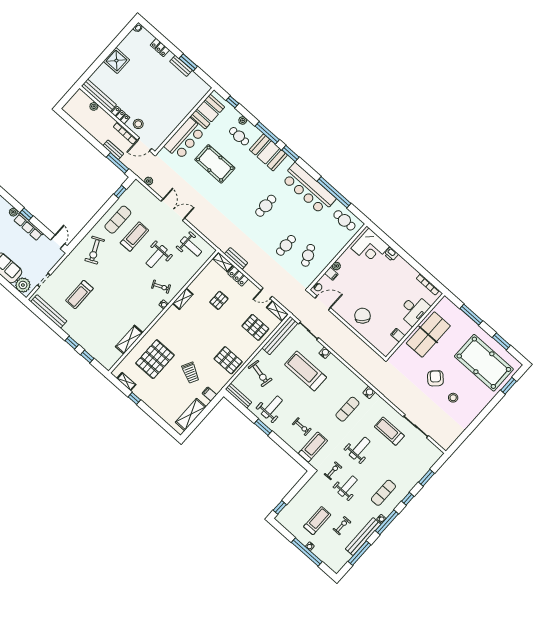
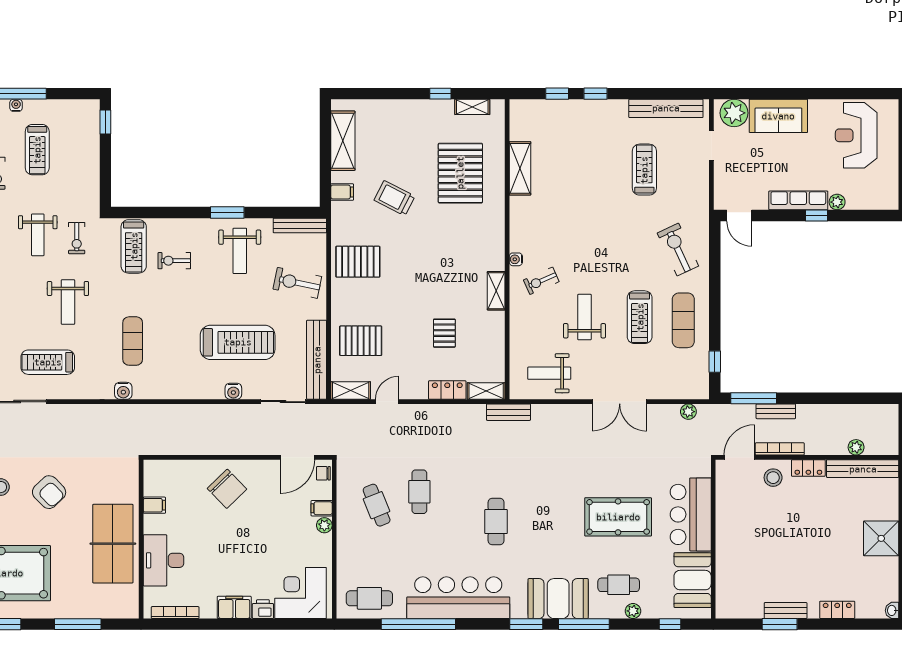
bench: (236, 258) -> (508, 412), moved
filing cabinet: (402, 265) -> (234, 607), added
treadmill: (389, 431) -> (48, 362), turned 180

